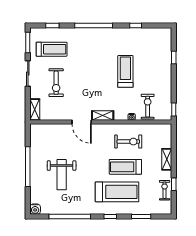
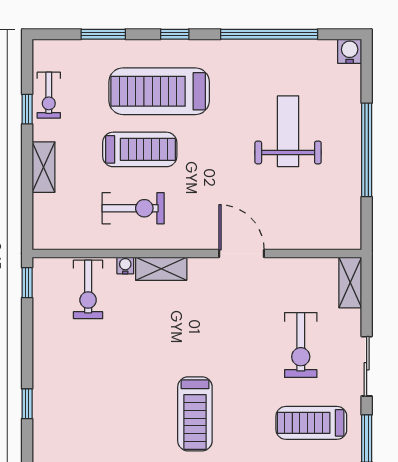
treadmill: (125, 71) -> (195, 414), moved
exercise bike: (56, 83) -> (301, 345), turned 180
shelving: (103, 116) -> (161, 269), moved
exercise bike: (128, 142) -> (133, 208), turned 180

